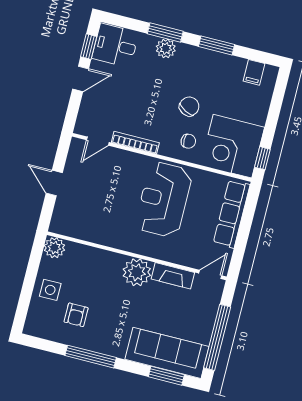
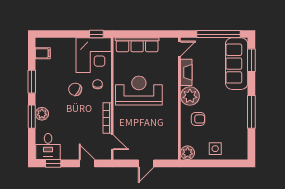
door: (81, 79) -> (87, 163), moved
reception desk: (164, 199) -> (139, 91), turned 180
door: (210, 274) -> (179, 49), swing flipped
armchair: (76, 315) -> (198, 119), moved

